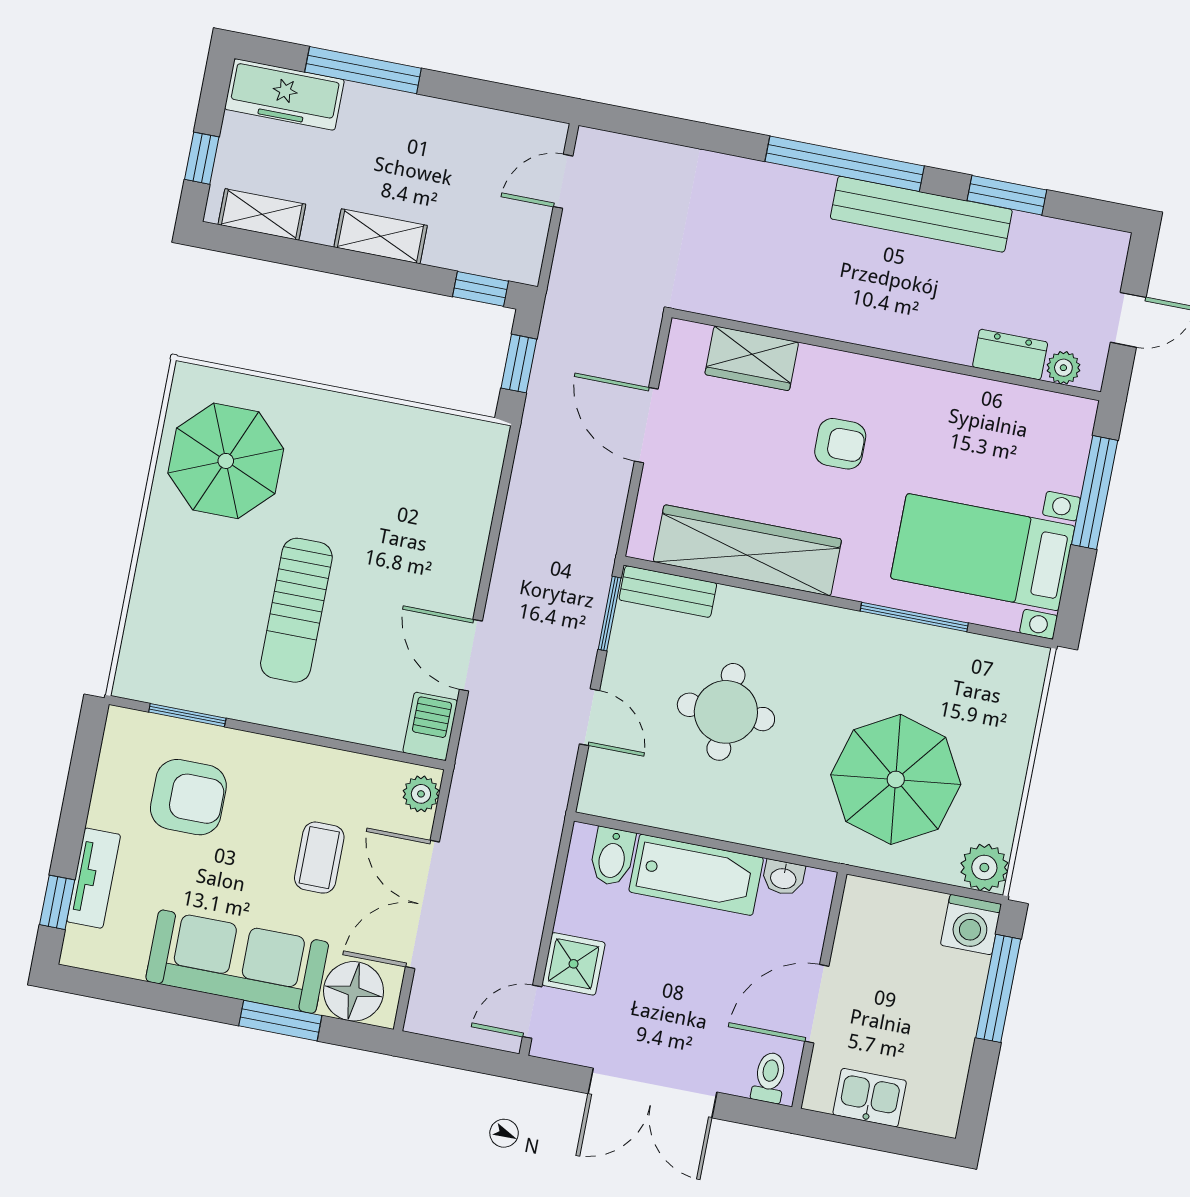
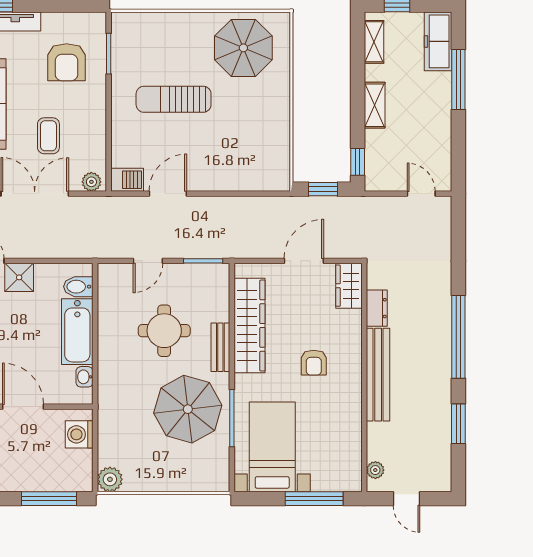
bench: (921, 214) -> (378, 375), moved
dresser: (1010, 354) -> (377, 308), moved
wardrobe: (752, 358) -> (349, 286), moved
bench: (668, 592) -> (220, 347), moved
parasol: (896, 779) -> (188, 409), moved
coffee table: (319, 858) -> (48, 136), turned 90
washing machine: (971, 925) -> (79, 434), moved

